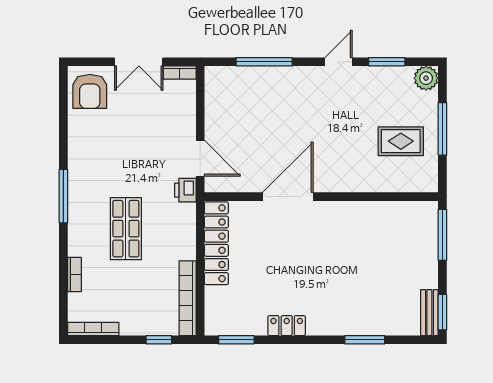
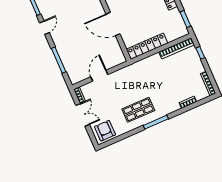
door: (339, 62) -> (44, 28), swing flipped
armchair: (90, 91) -> (105, 131), turned -90
door: (200, 158) -> (99, 76), moved
printer: (185, 190) -> (130, 70), removed
shop shelf: (126, 229) -> (138, 110), moved

